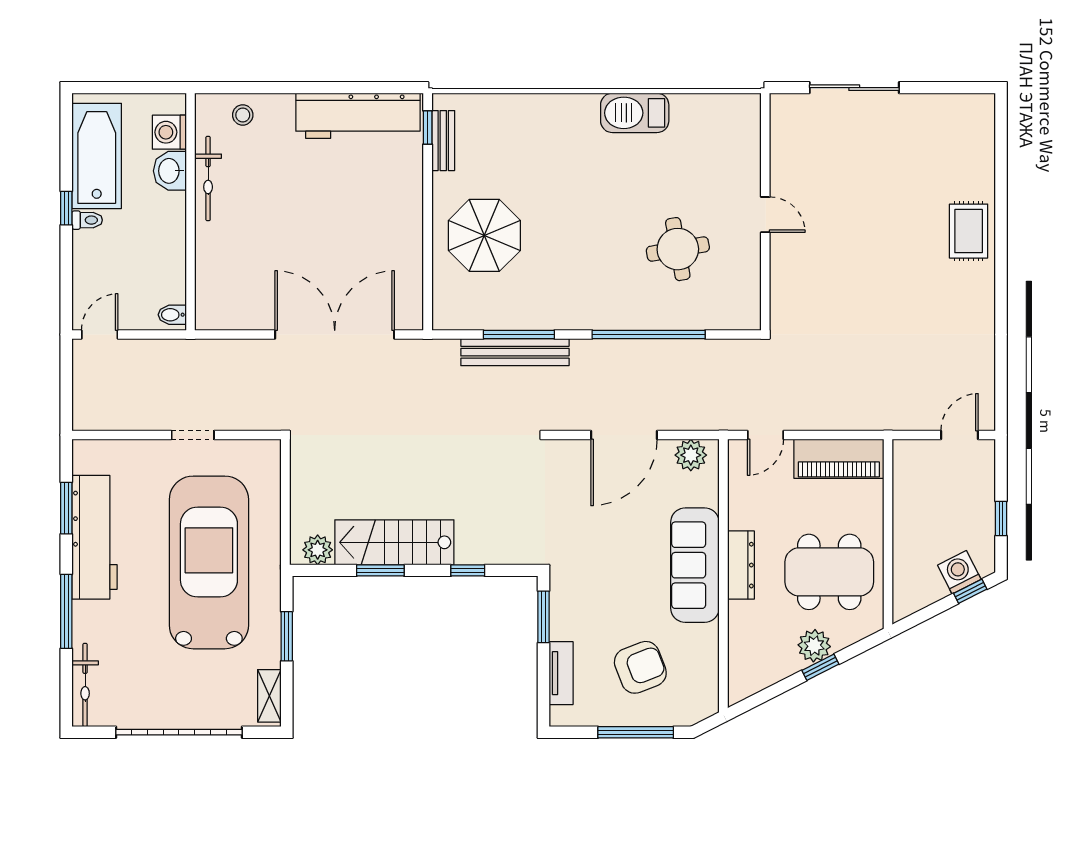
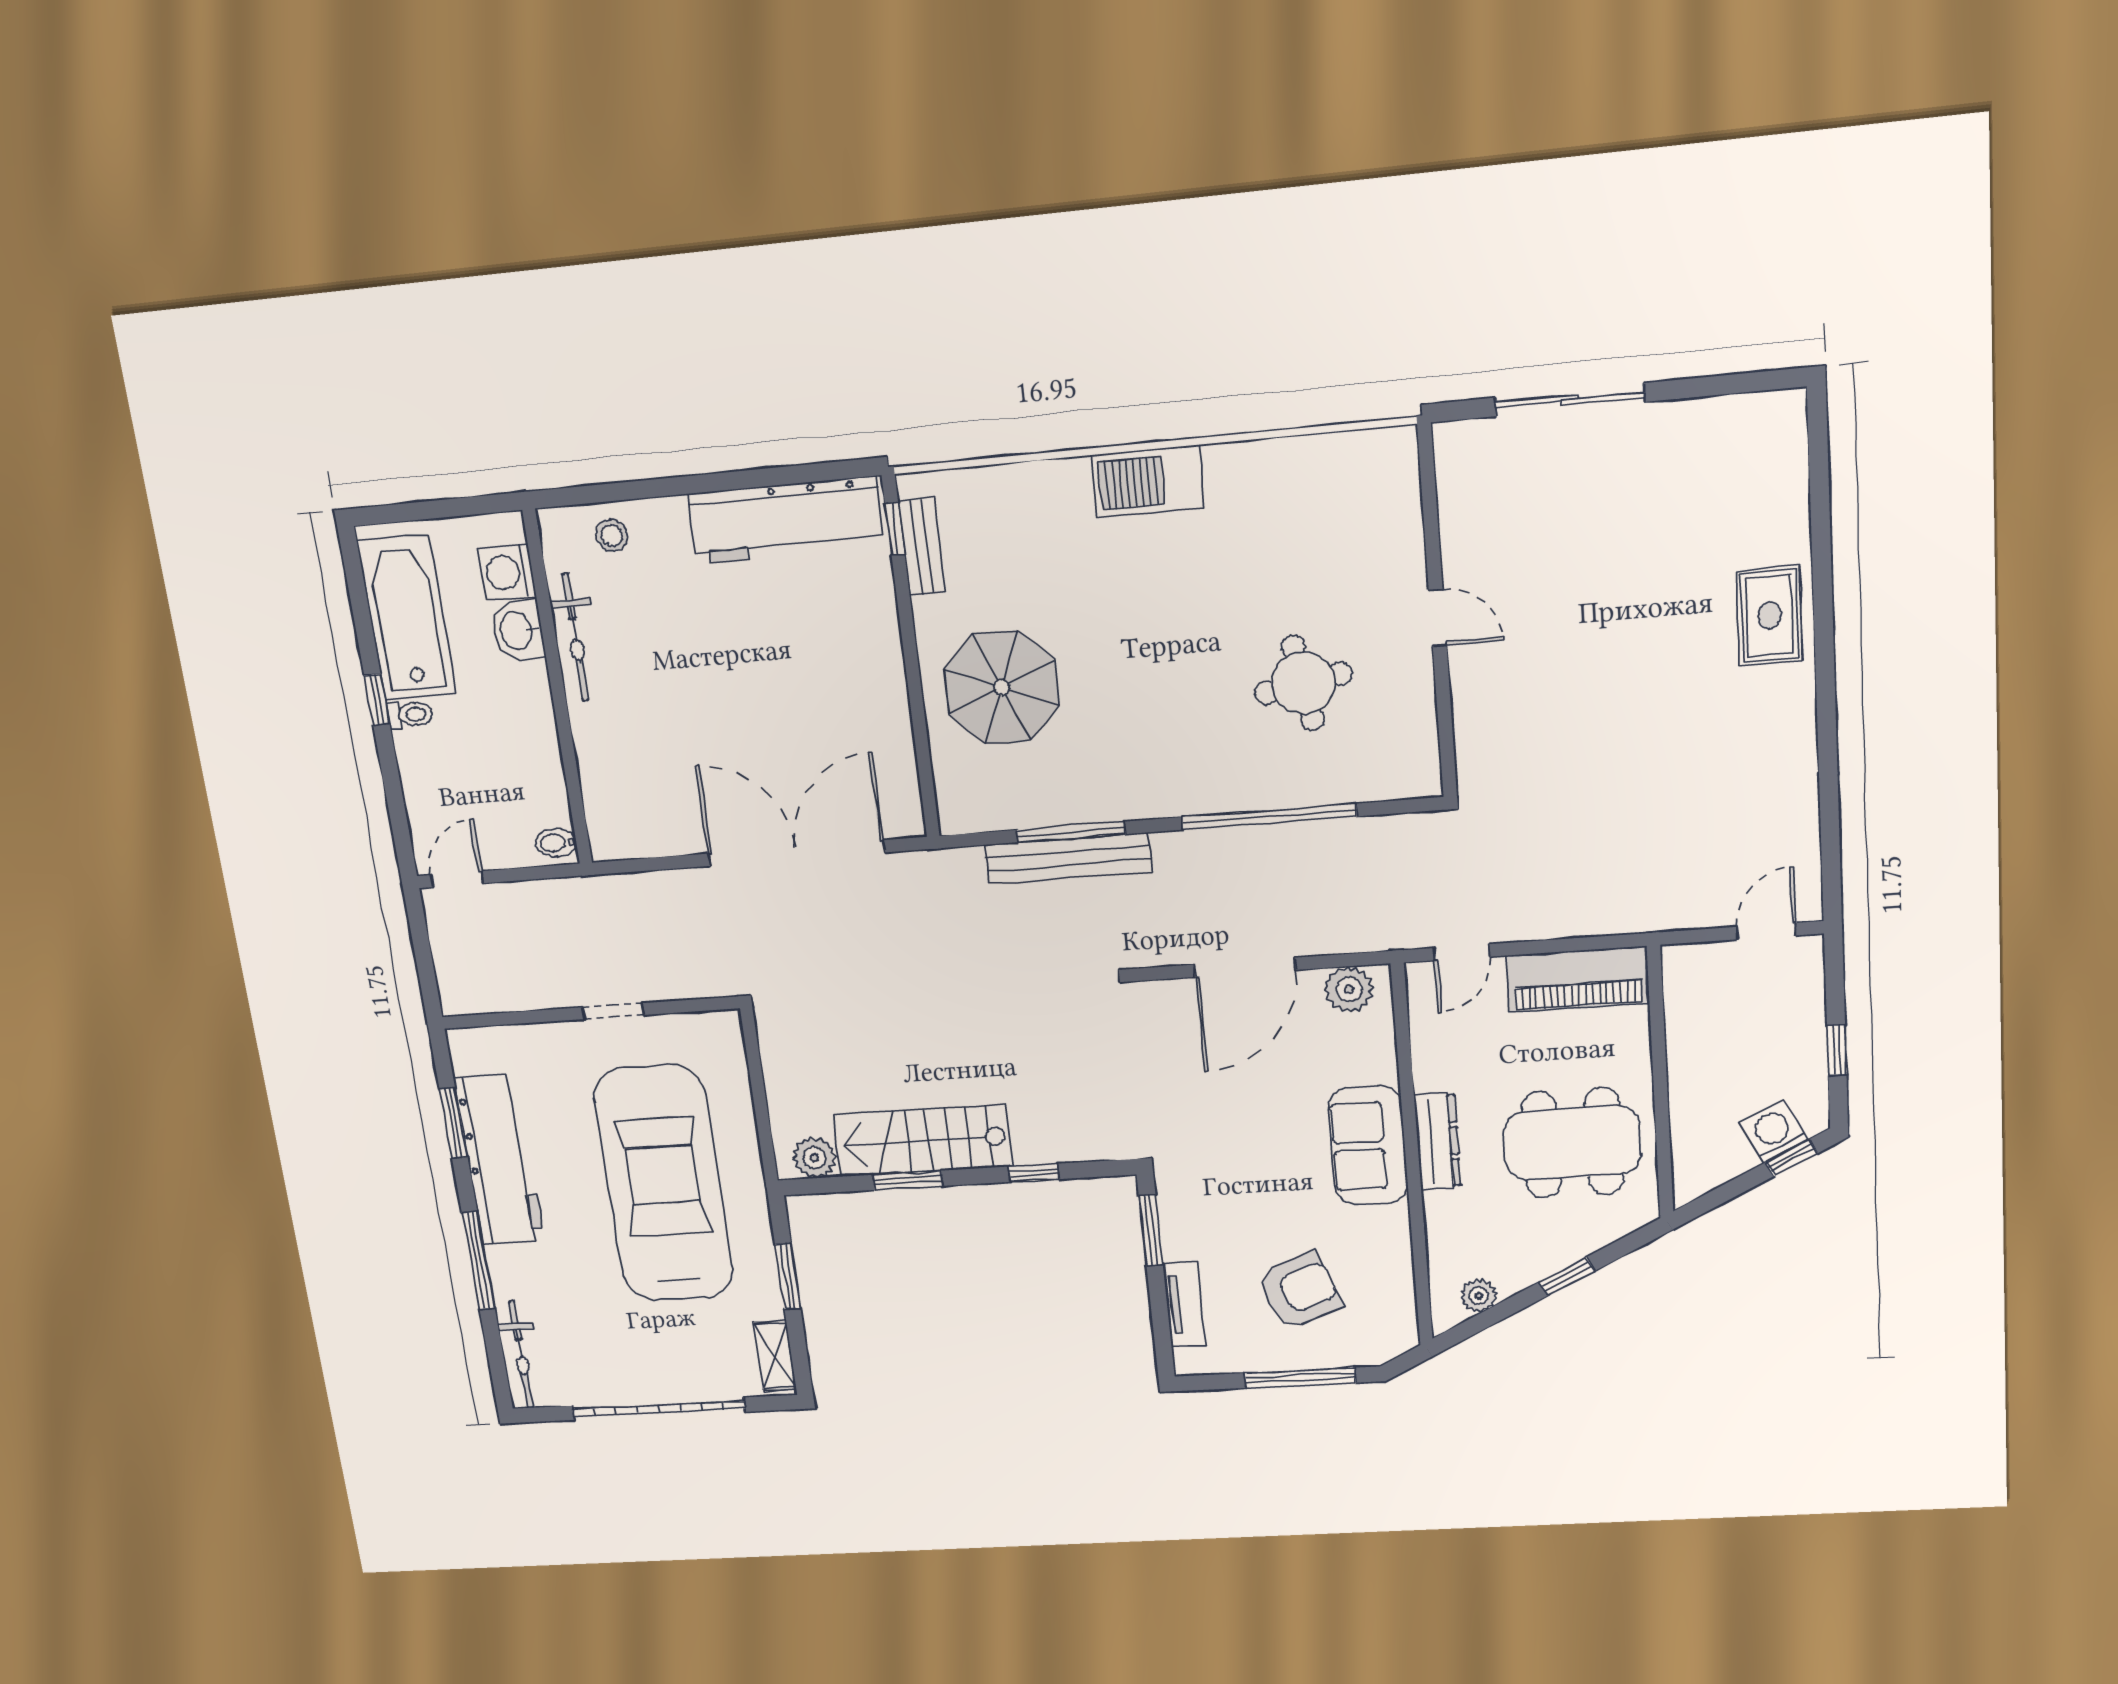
barbecue: (635, 113) -> (1147, 481), moved
sofa: (695, 565) -> (1368, 1146), width x0.73
plant: (814, 646) -> (1479, 1296), moved, width x0.73, depth x0.73

